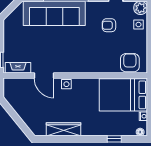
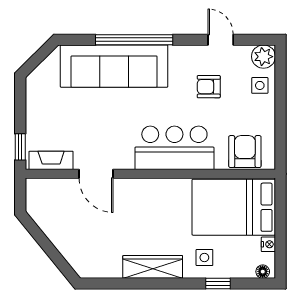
bar counter: (89, 61) -> (174, 148), added
side table: (66, 84) -> (204, 257), moved
wardrobe: (64, 129) -> (153, 267), moved

